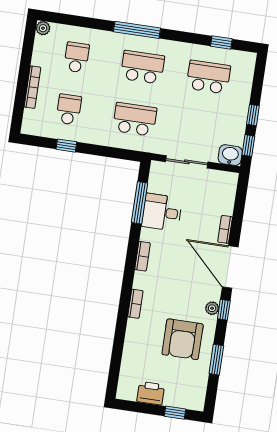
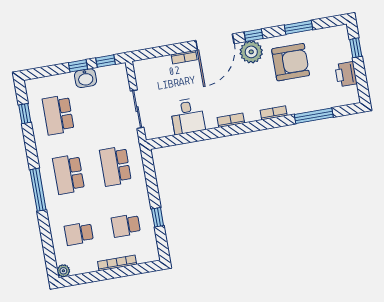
washbasin: (230, 155) -> (86, 78), moved, turned -90
window: (140, 203) -> (314, 116), moved
plant: (212, 308) -> (251, 52), width x1.87, depth x1.87

